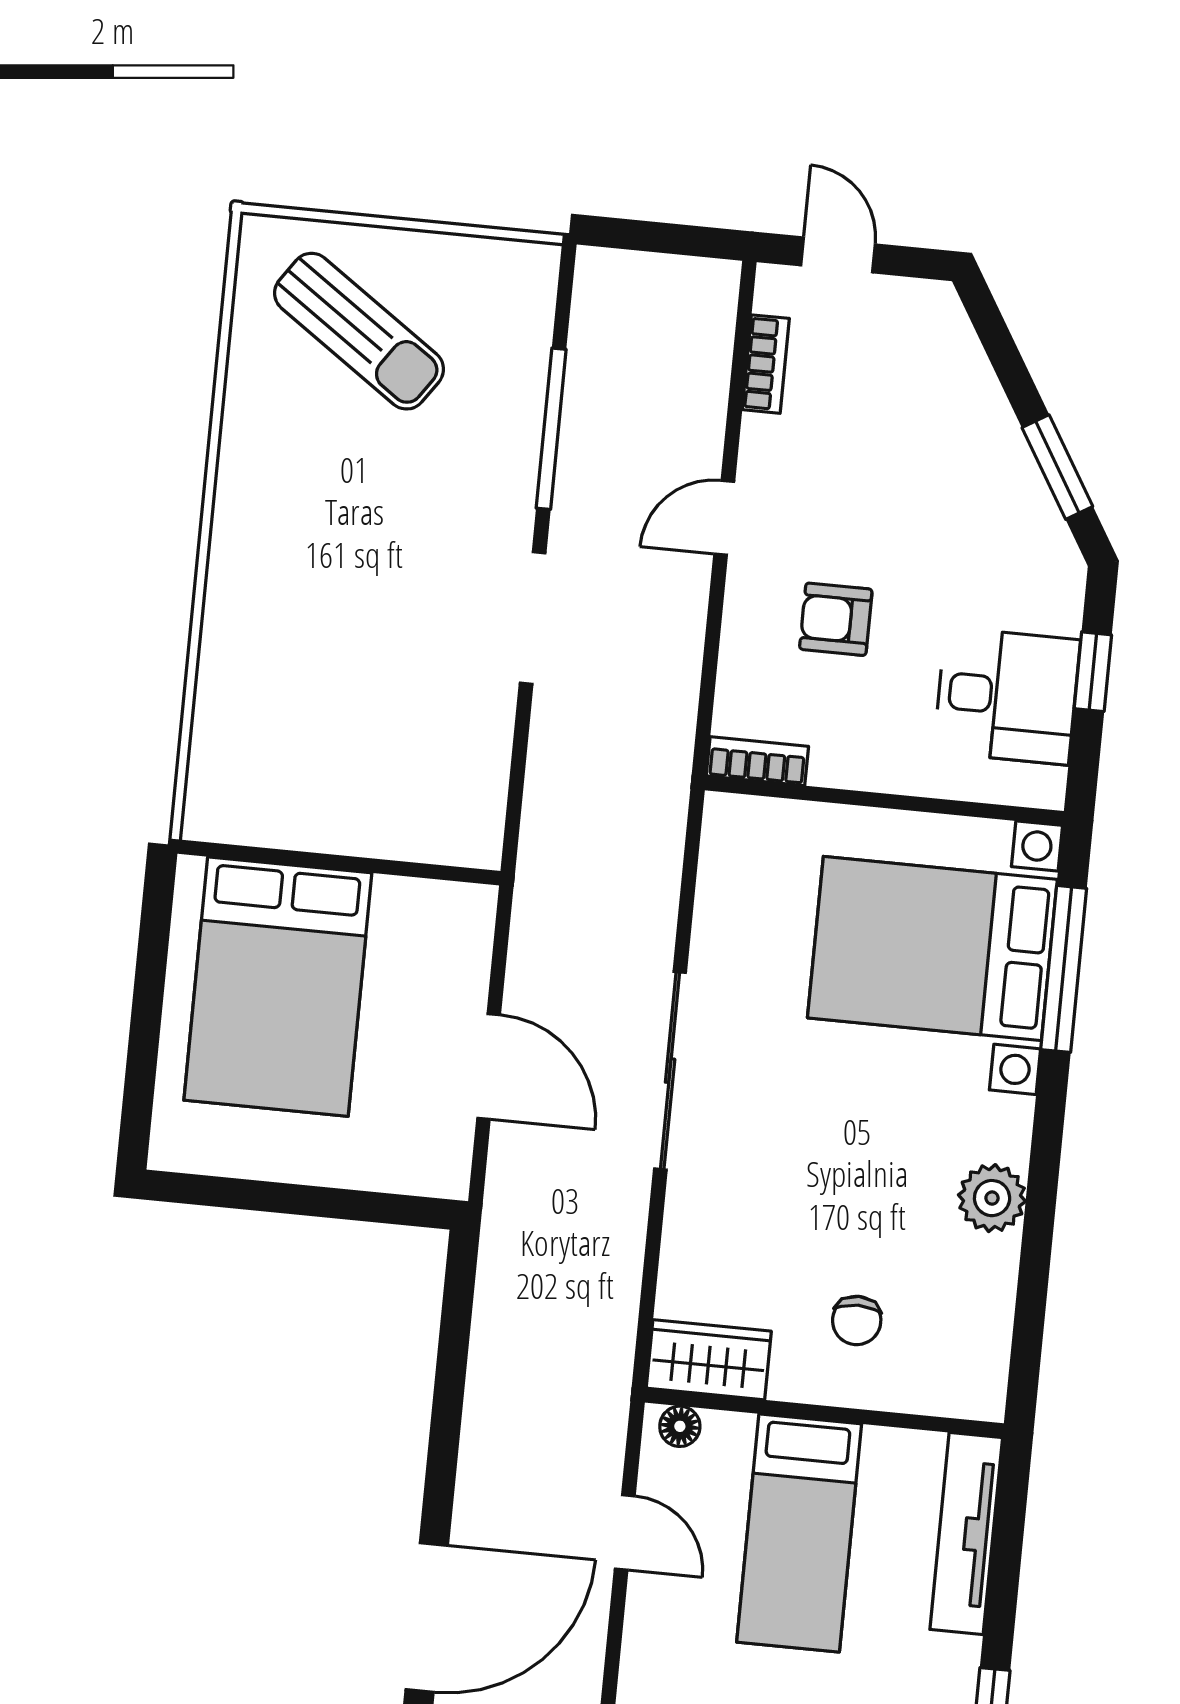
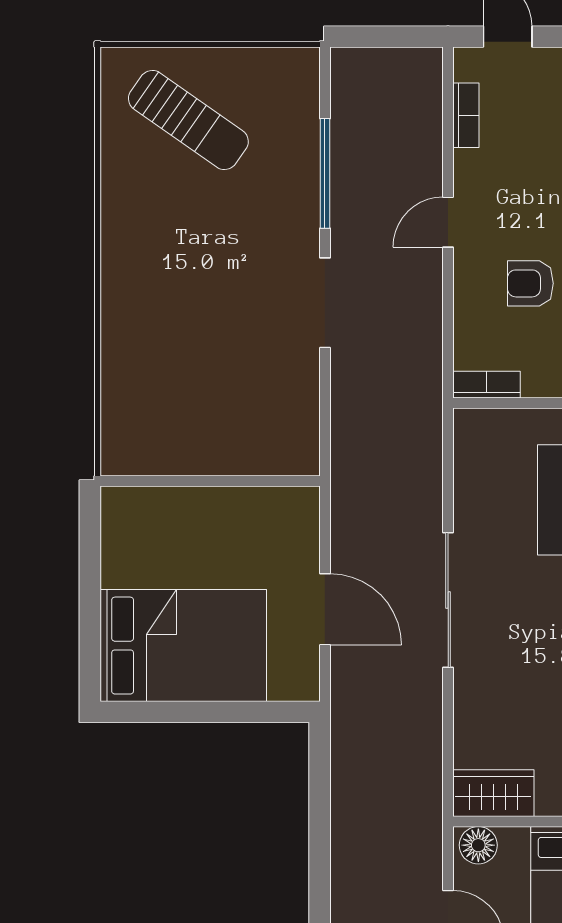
bed: (278, 987) -> (183, 646), moved, turned -90
floor lamp: (680, 1426) -> (478, 845), width x1.37, depth x1.37

